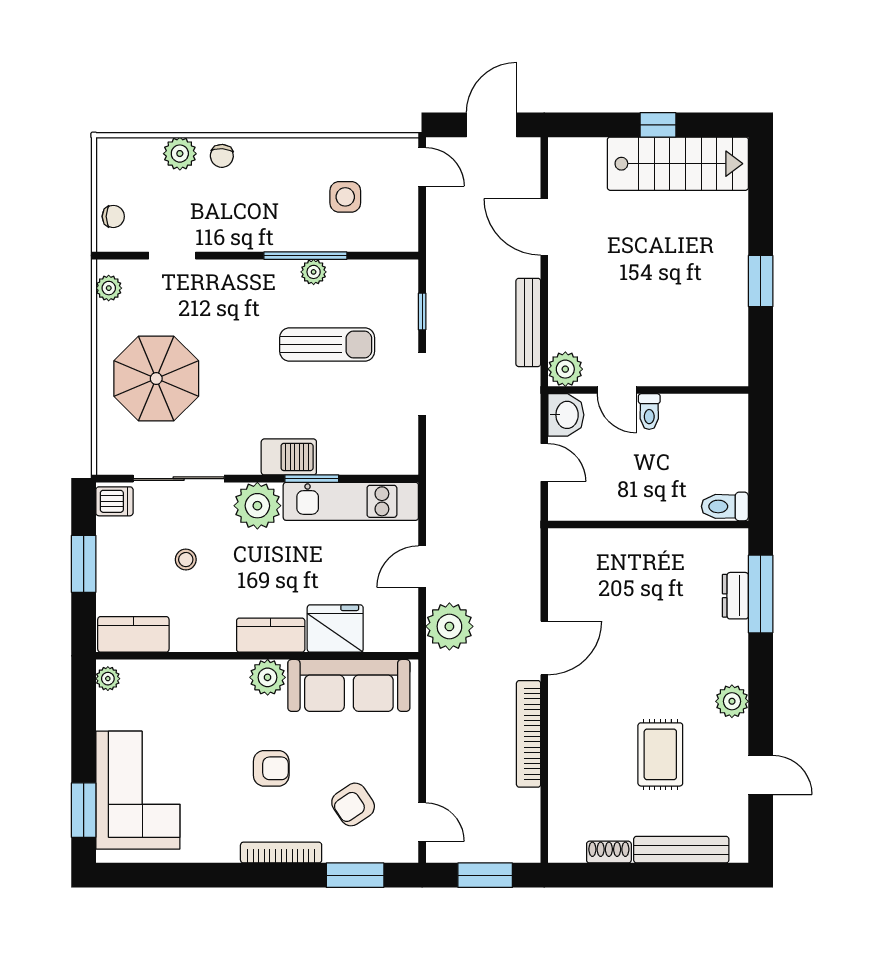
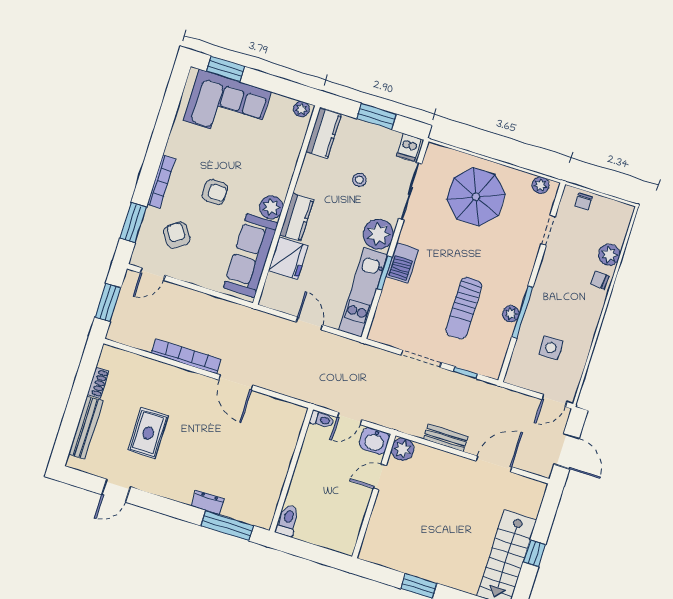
bench: (528, 322) -> (446, 438), width x0.73
toilet: (649, 412) -> (322, 420), moved, turned 180
dresser: (735, 596) -> (208, 502), moved
plant: (449, 626) -> (267, 329), removed
plant: (732, 701) -> (167, 487), removed
rug: (660, 754) -> (148, 433), turned 90
armchair: (271, 768) -> (215, 192), turned -90

